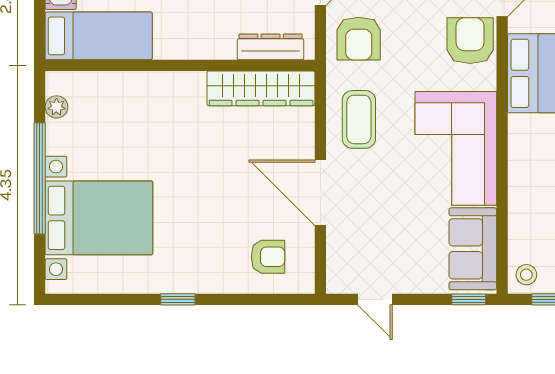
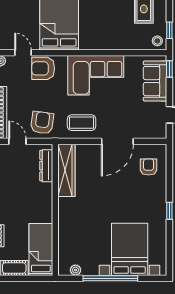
armchair: (359, 39) -> (42, 123), turned -82
sofa: (473, 249) -> (155, 81), moved, turned 90

